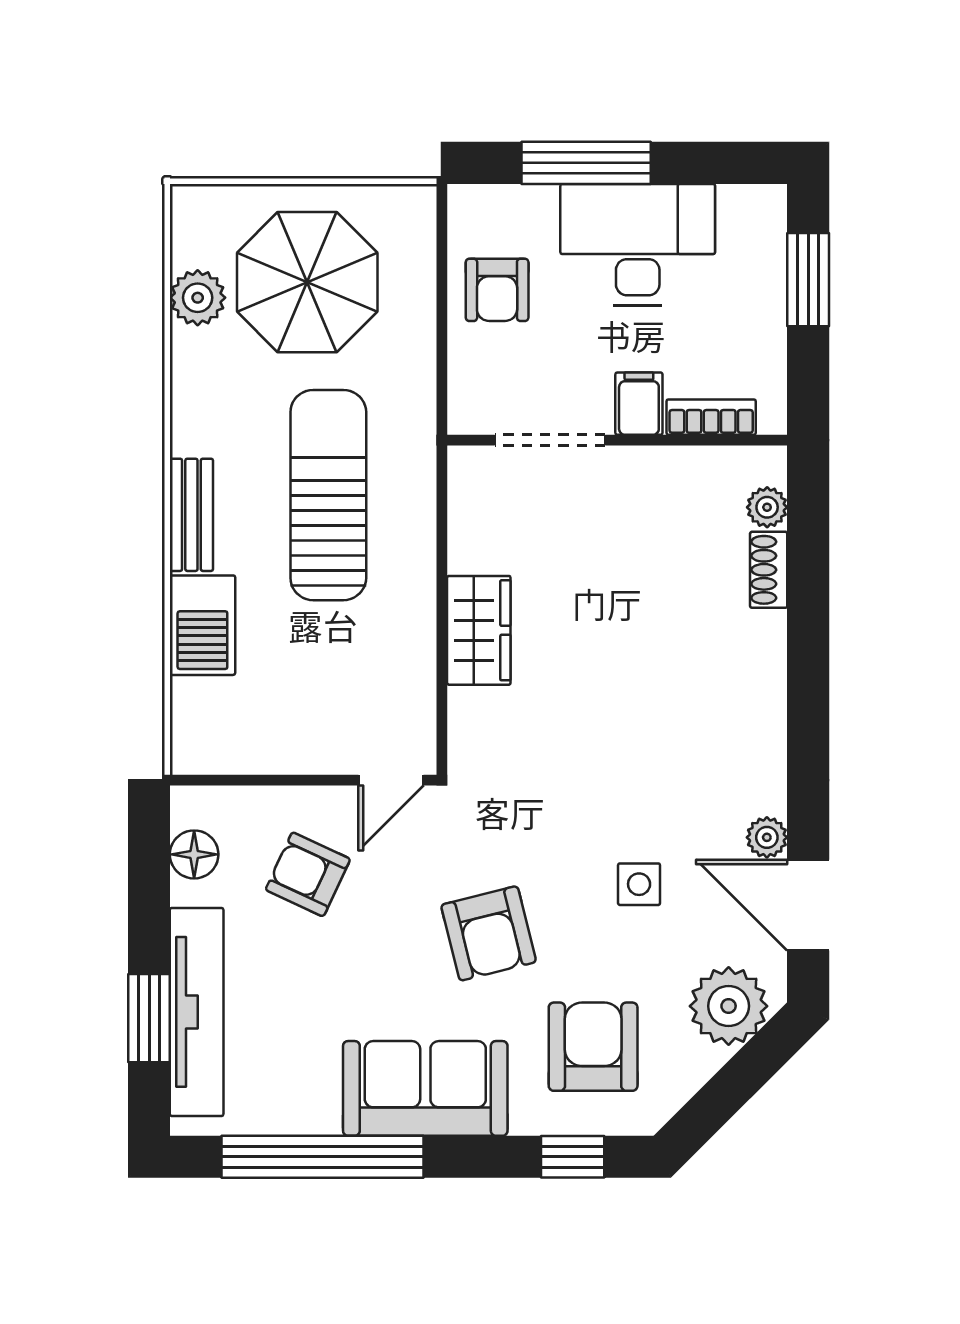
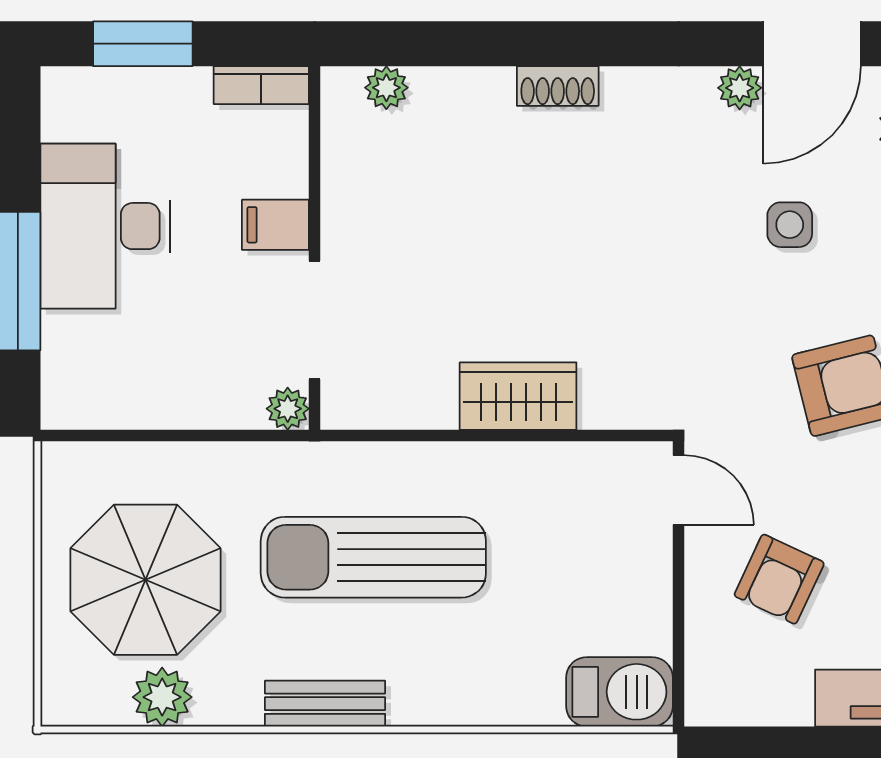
armchair: (497, 290) -> (154, 377), removed
plant: (467, 415) -> (288, 409), added
bookcase: (711, 417) -> (261, 85), moved, turned -90
bench: (191, 515) -> (325, 704), moved
shoe rack: (769, 570) -> (558, 86), moved
barbecue: (202, 625) -> (619, 692), moved
floor lamp: (194, 854) -> (758, 701), removed

